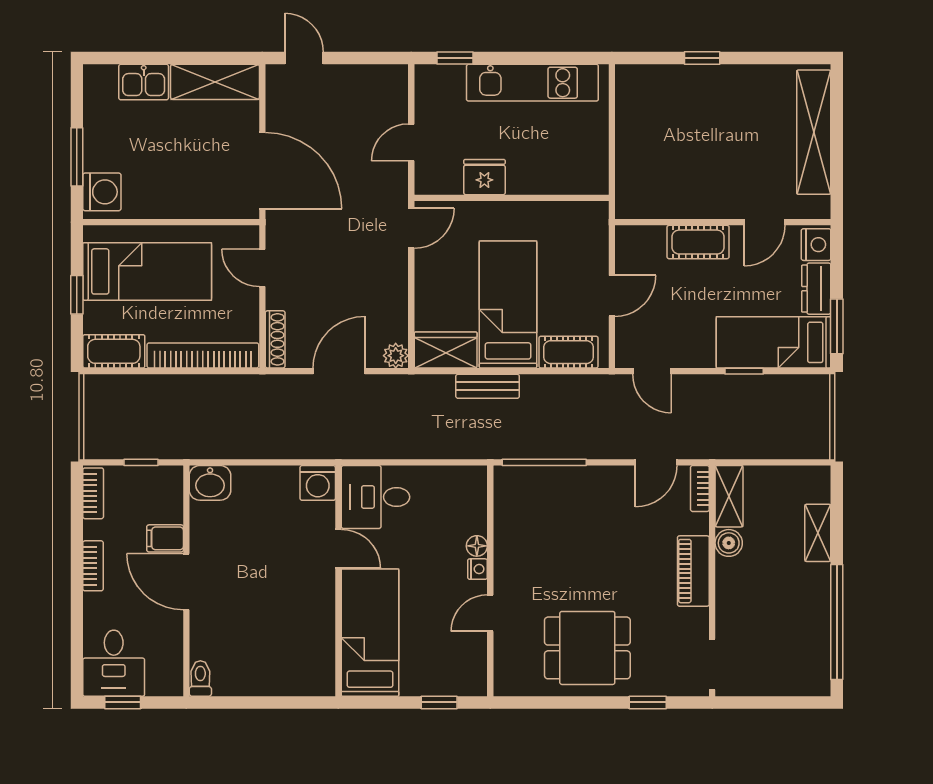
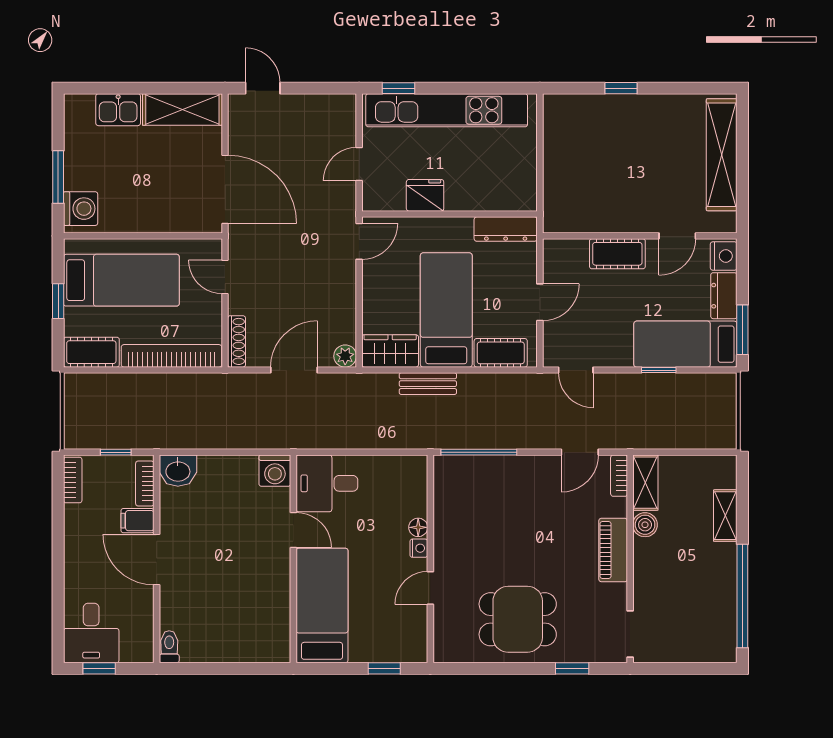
kitchen unit: (532, 83) -> (447, 110), width x1.36
dresser: (574, 215) -> (506, 229), added
bookcase: (93, 566) -> (145, 483), moved, turned 180

